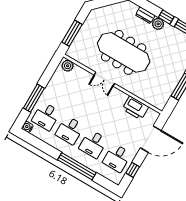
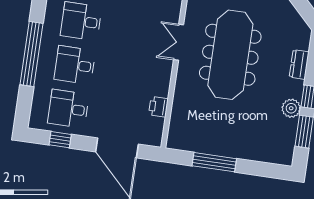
plant: (158, 24) -> (291, 108), moved
printer: (135, 108) -> (158, 107), width x0.53, depth x0.68

